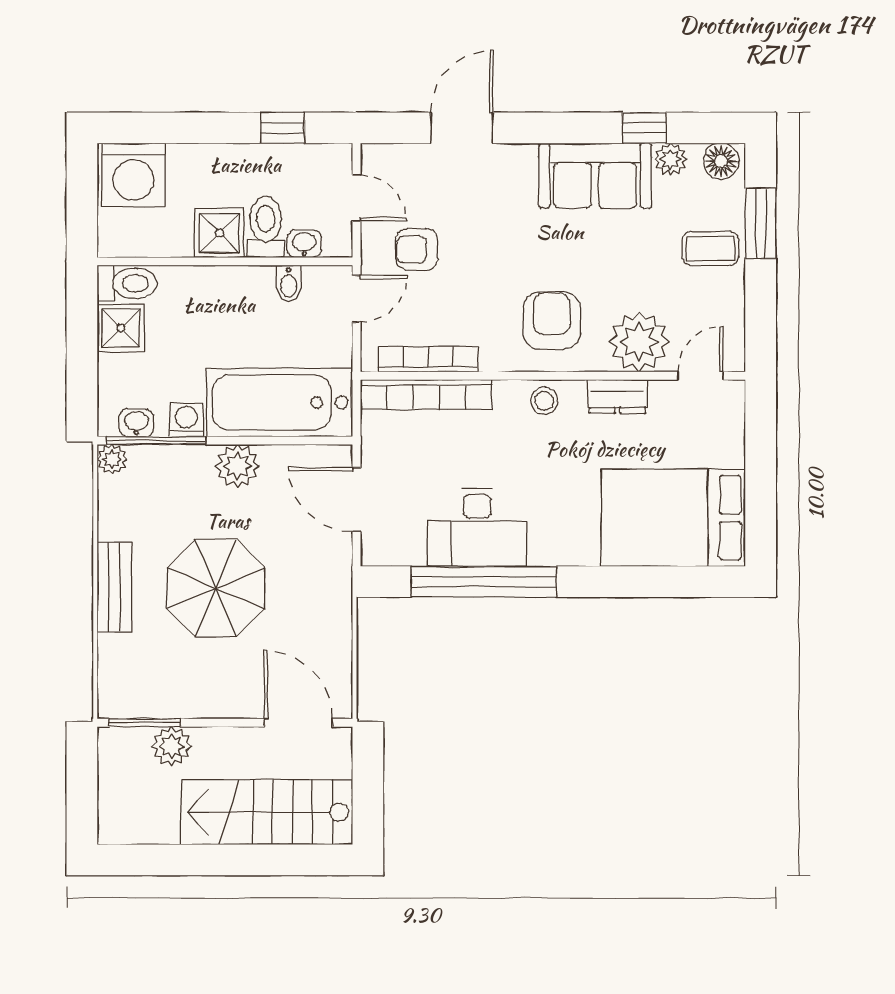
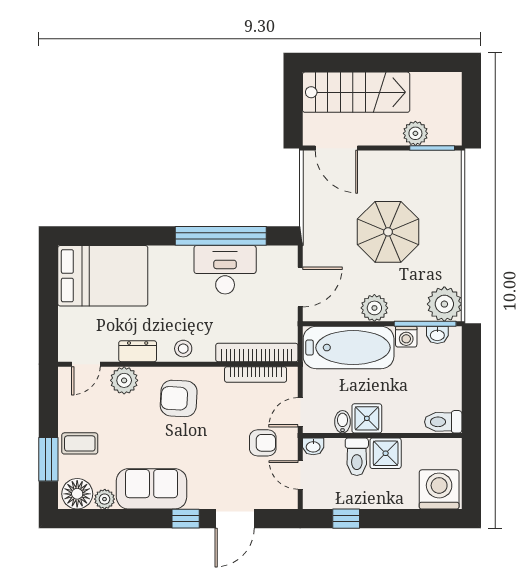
window: (644, 128) -> (186, 519), moved
floor lamp: (721, 161) -> (77, 494), width x1.38, depth x1.38
washbasin: (304, 244) -> (313, 446), moved
armchair: (552, 321) -> (179, 398), turned 93
shower: (121, 328) -> (367, 418), moved
plant: (639, 342) -> (124, 380), width x0.73, depth x0.73
plant: (112, 459) -> (444, 304), width x1.88, depth x1.88
door: (356, 500) -> (300, 287), hinge flipped
bench: (114, 587) -> (451, 232), removed

